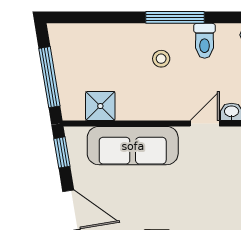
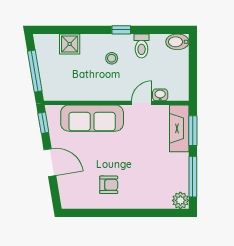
window: (175, 17) -> (121, 30), width x0.46
shower: (100, 106) -> (70, 44), moved

